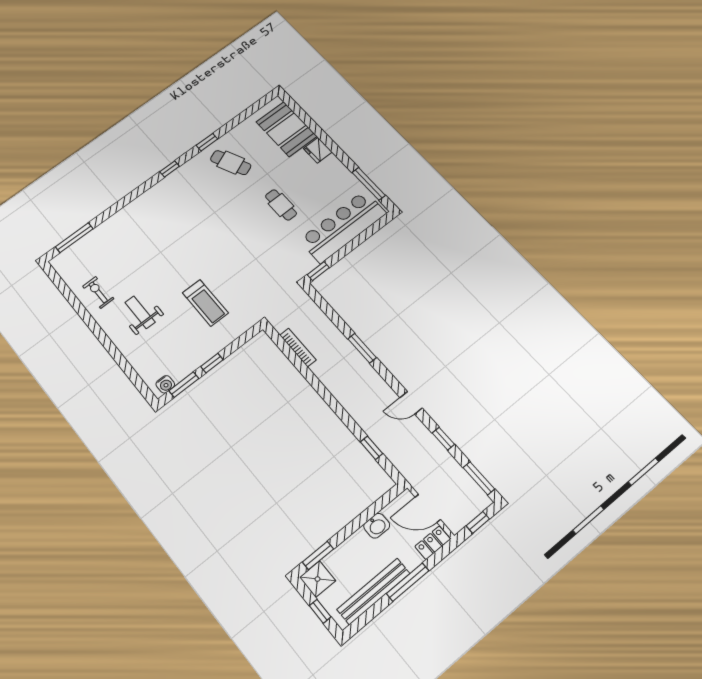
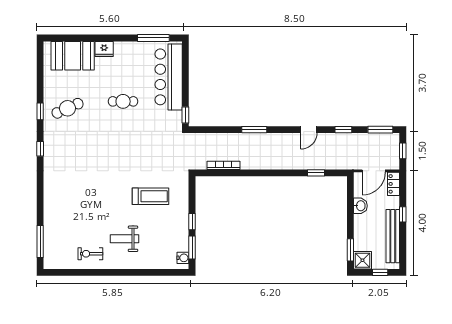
window: (408, 582) -> (403, 214), width x0.46

